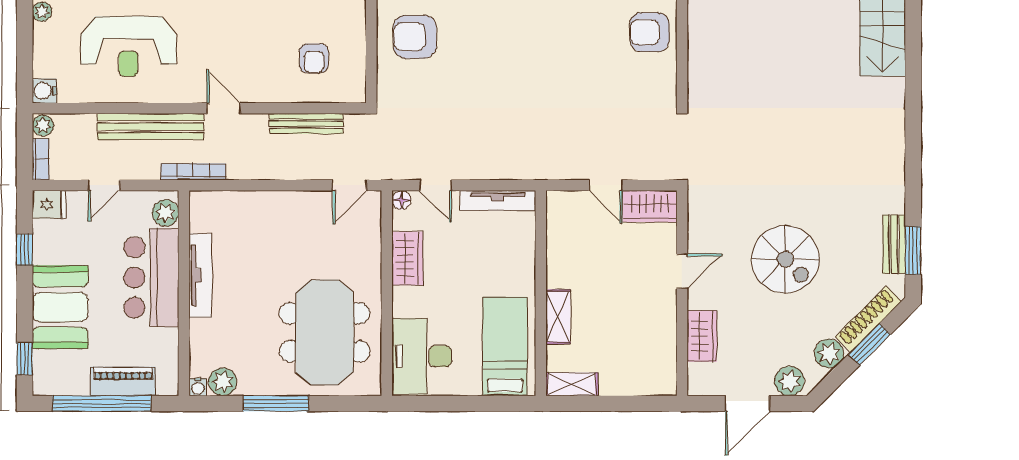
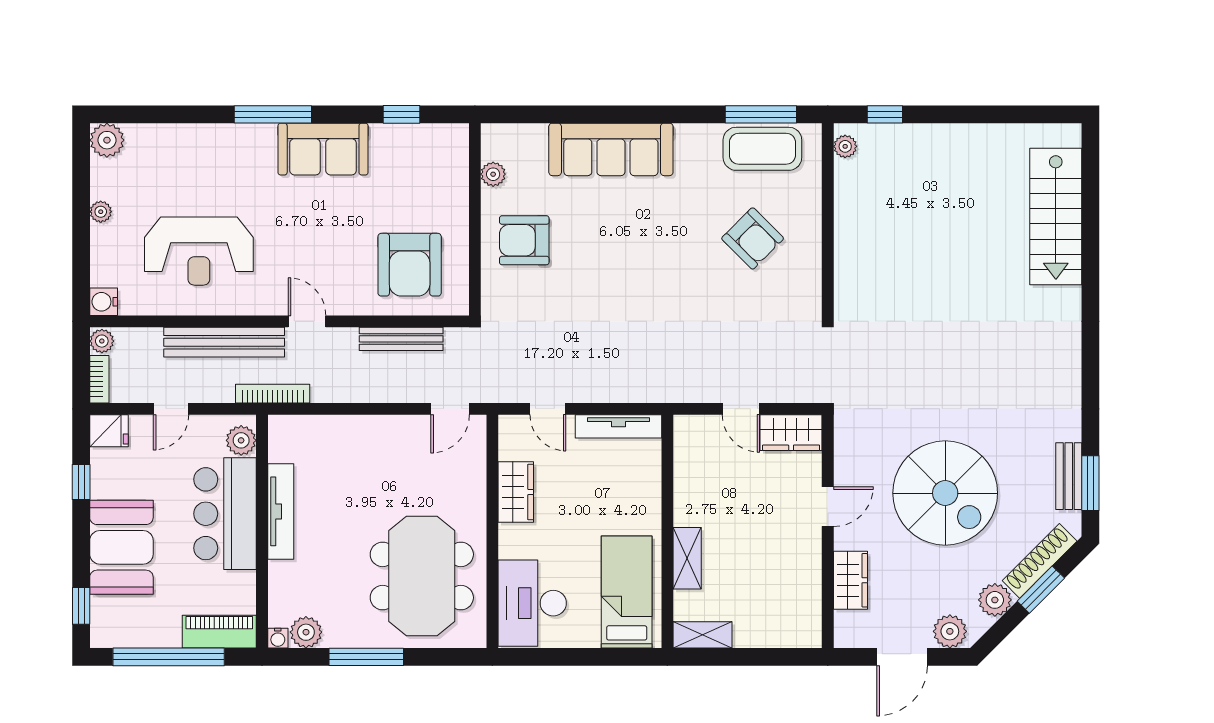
armchair: (650, 32) -> (753, 238), moved, turned -135
armchair: (314, 58) -> (410, 265), width x1.88, depth x1.88
floor lamp: (401, 200) -> (509, 426), removed
spiral stairs: (785, 259) -> (945, 493), width x1.37, depth x1.37
piano: (123, 381) -> (219, 632), moved

